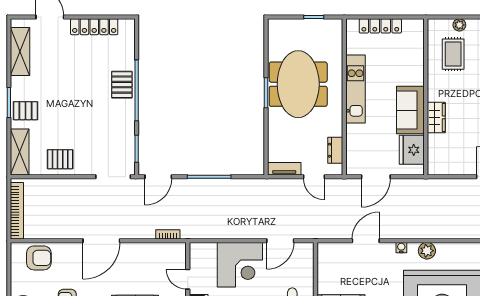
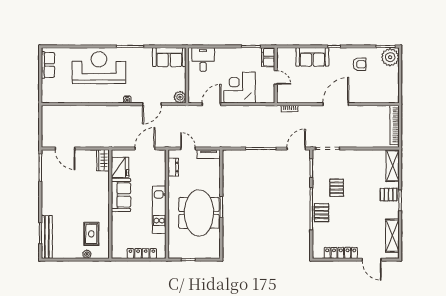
wardrobe: (436, 117) -> (103, 160), moved
pallet: (60, 159) -> (337, 188), moved, turned 90
plant: (427, 251) -> (180, 97), moved
armchair: (39, 258) -> (379, 92), removed

